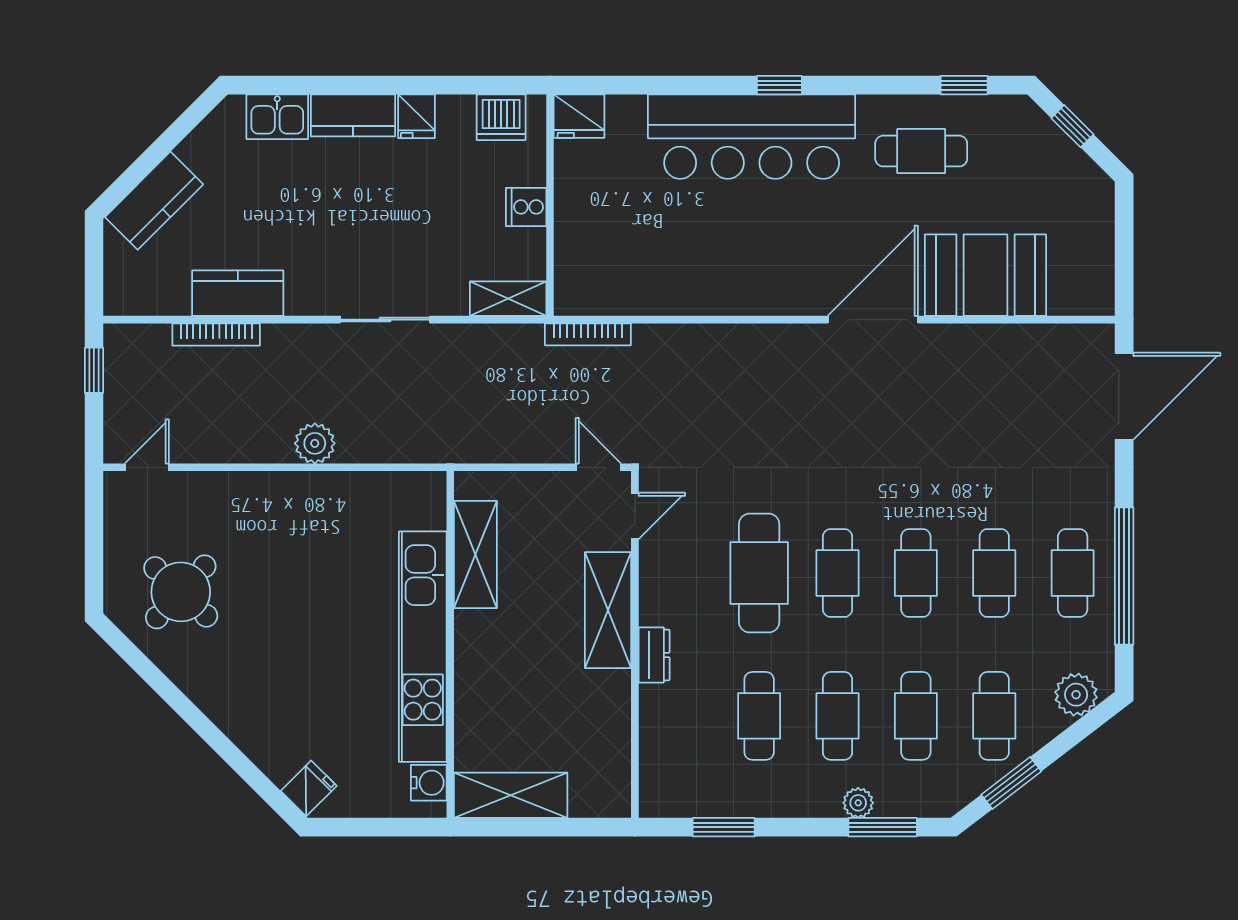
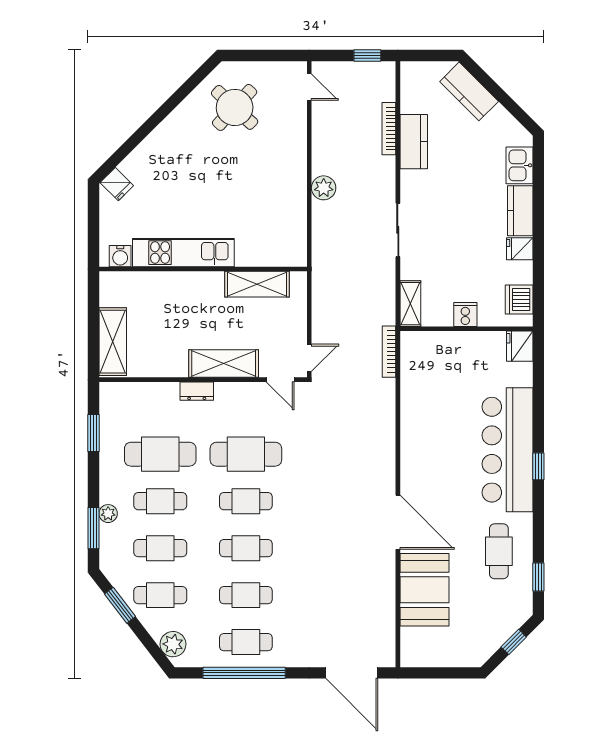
kitchen unit: (423, 647) -> (183, 253), width x0.73
cafe table: (759, 716) -> (160, 454), width x1.37, depth x1.35
shelving: (511, 795) -> (113, 342), moved

